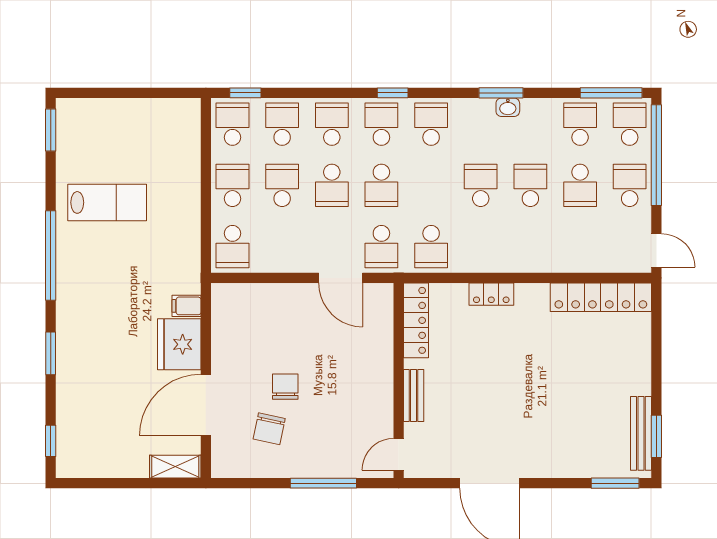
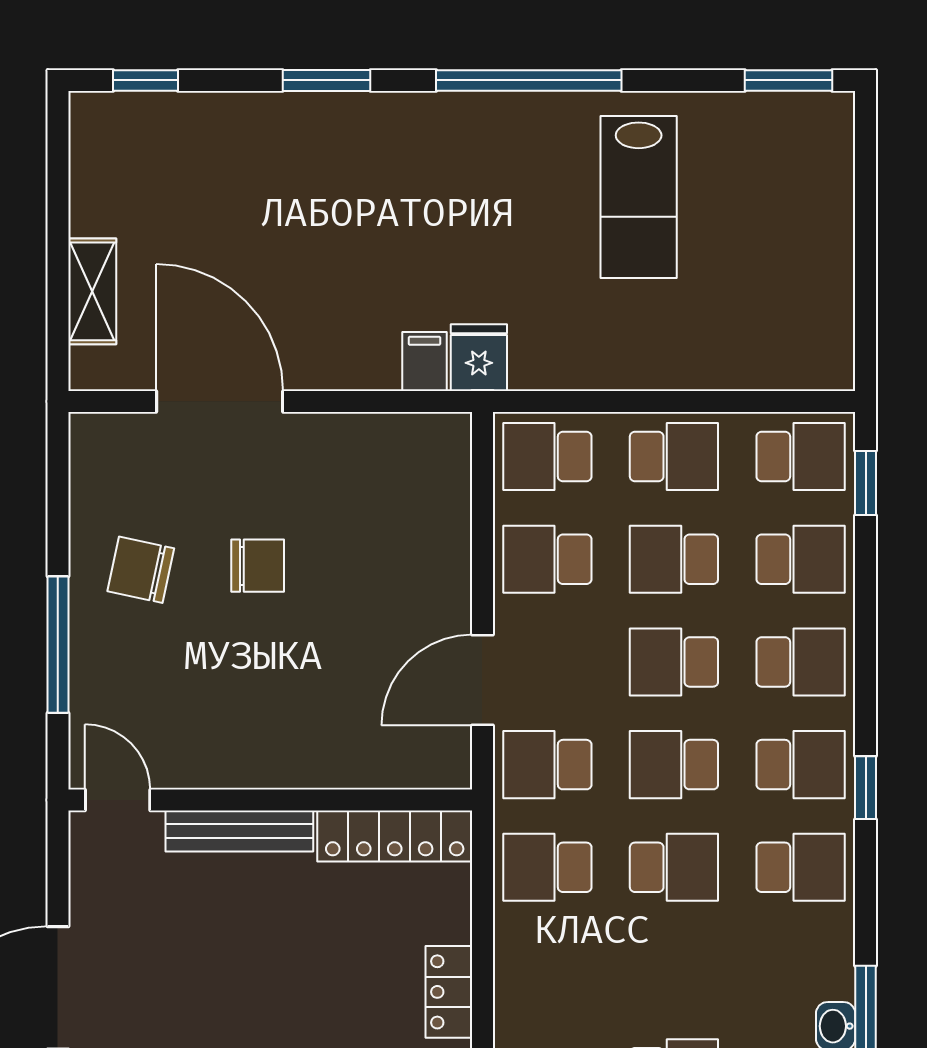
school desk: (282, 185) -> (674, 559), turned 180
school desk: (481, 185) -> (674, 867), moved
school desk: (282, 247) -> (547, 559), added
fridge: (179, 344) -> (479, 358), moved, width x0.53, depth x0.75
bench: (414, 395) -> (239, 831), width x1.36
chair: (269, 429) -> (141, 570), moved
shelving: (175, 467) -> (92, 291), moved

